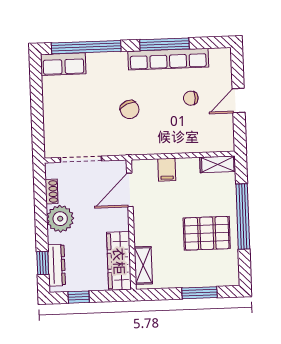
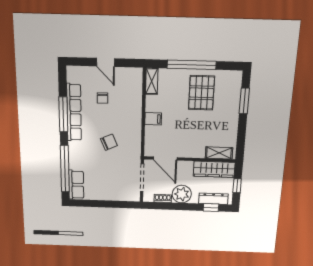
door: (130, 190) -> (165, 159), moved
wall: (131, 225) -> (190, 159), moved
wardrobe: (119, 261) -> (214, 169), moved
shelving: (143, 265) -> (219, 153), moved

